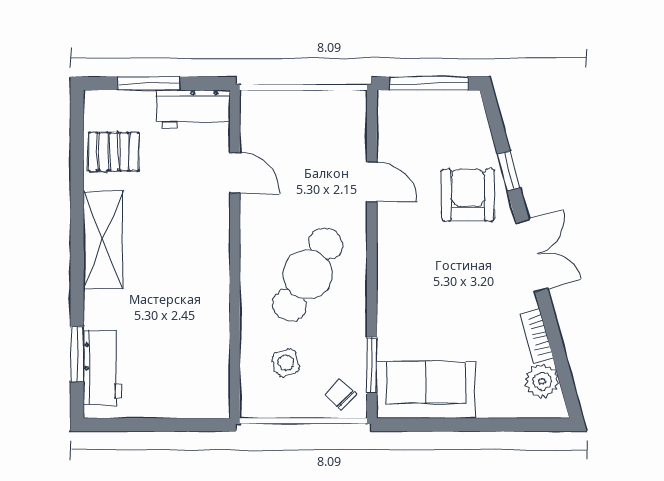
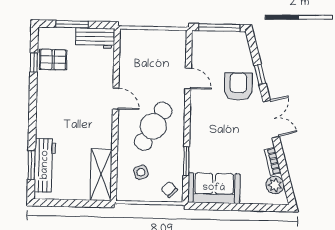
window: (77, 158) -> (34, 62), added
door: (235, 173) -> (116, 99), moved
shelving: (103, 240) -> (101, 175), moved
window: (372, 365) -> (186, 161), moved
workbench: (103, 368) -> (45, 165), width x1.38

